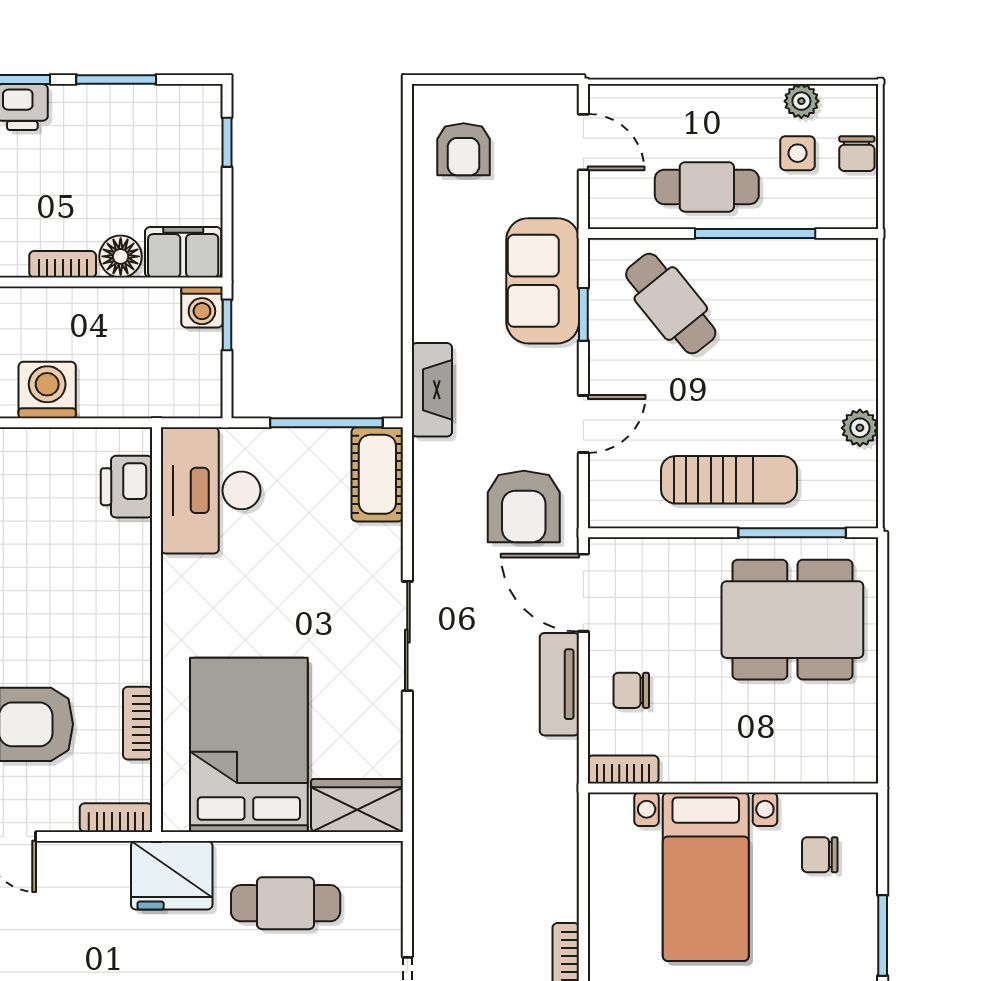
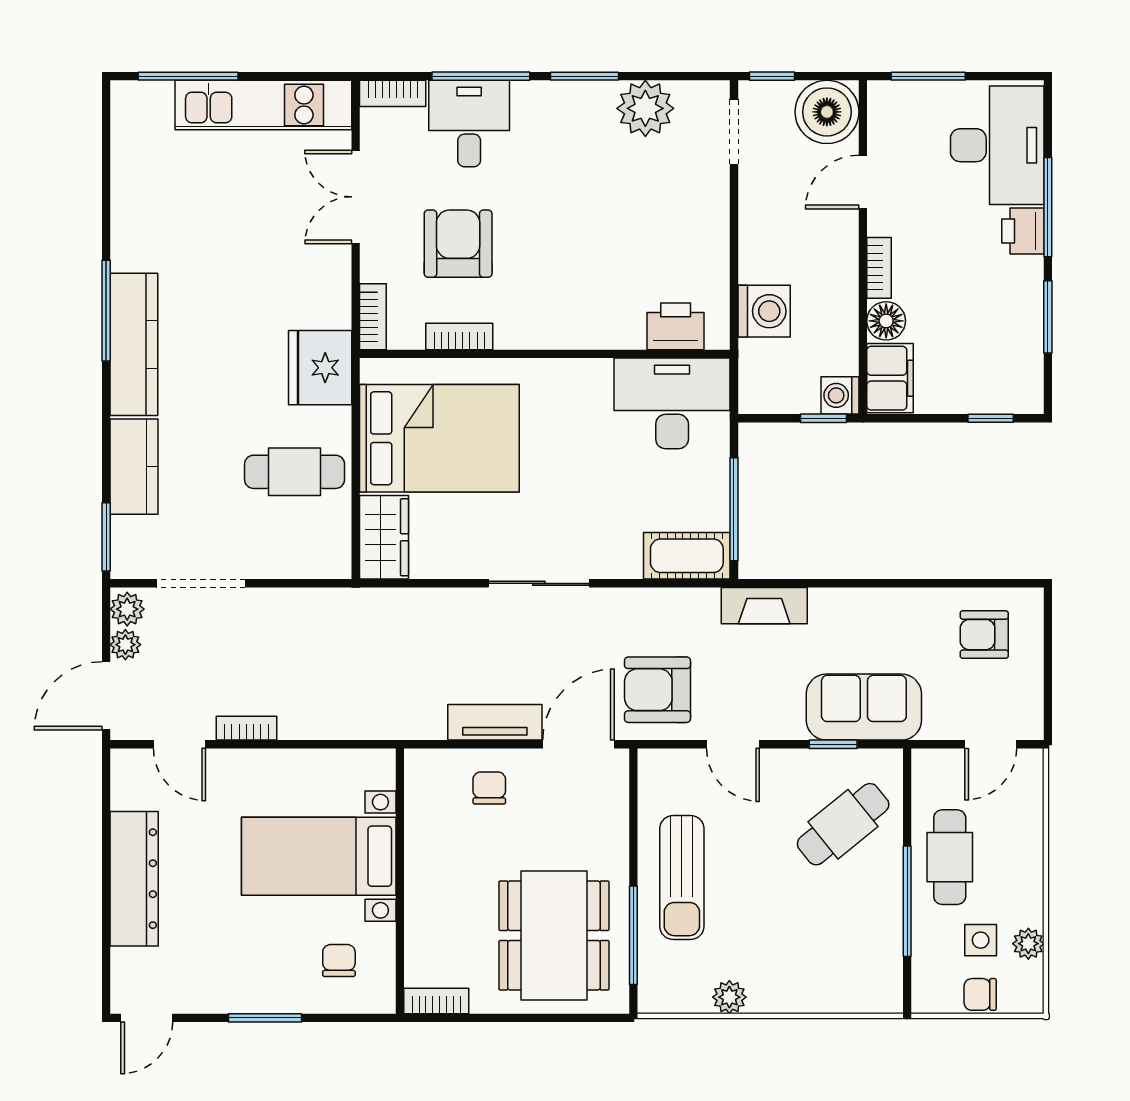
washing machine: (47, 390) -> (764, 311), moved
bookcase: (623, 769) -> (436, 1001), moved, turned -90
cafe table: (286, 903) -> (295, 472), turned 90

